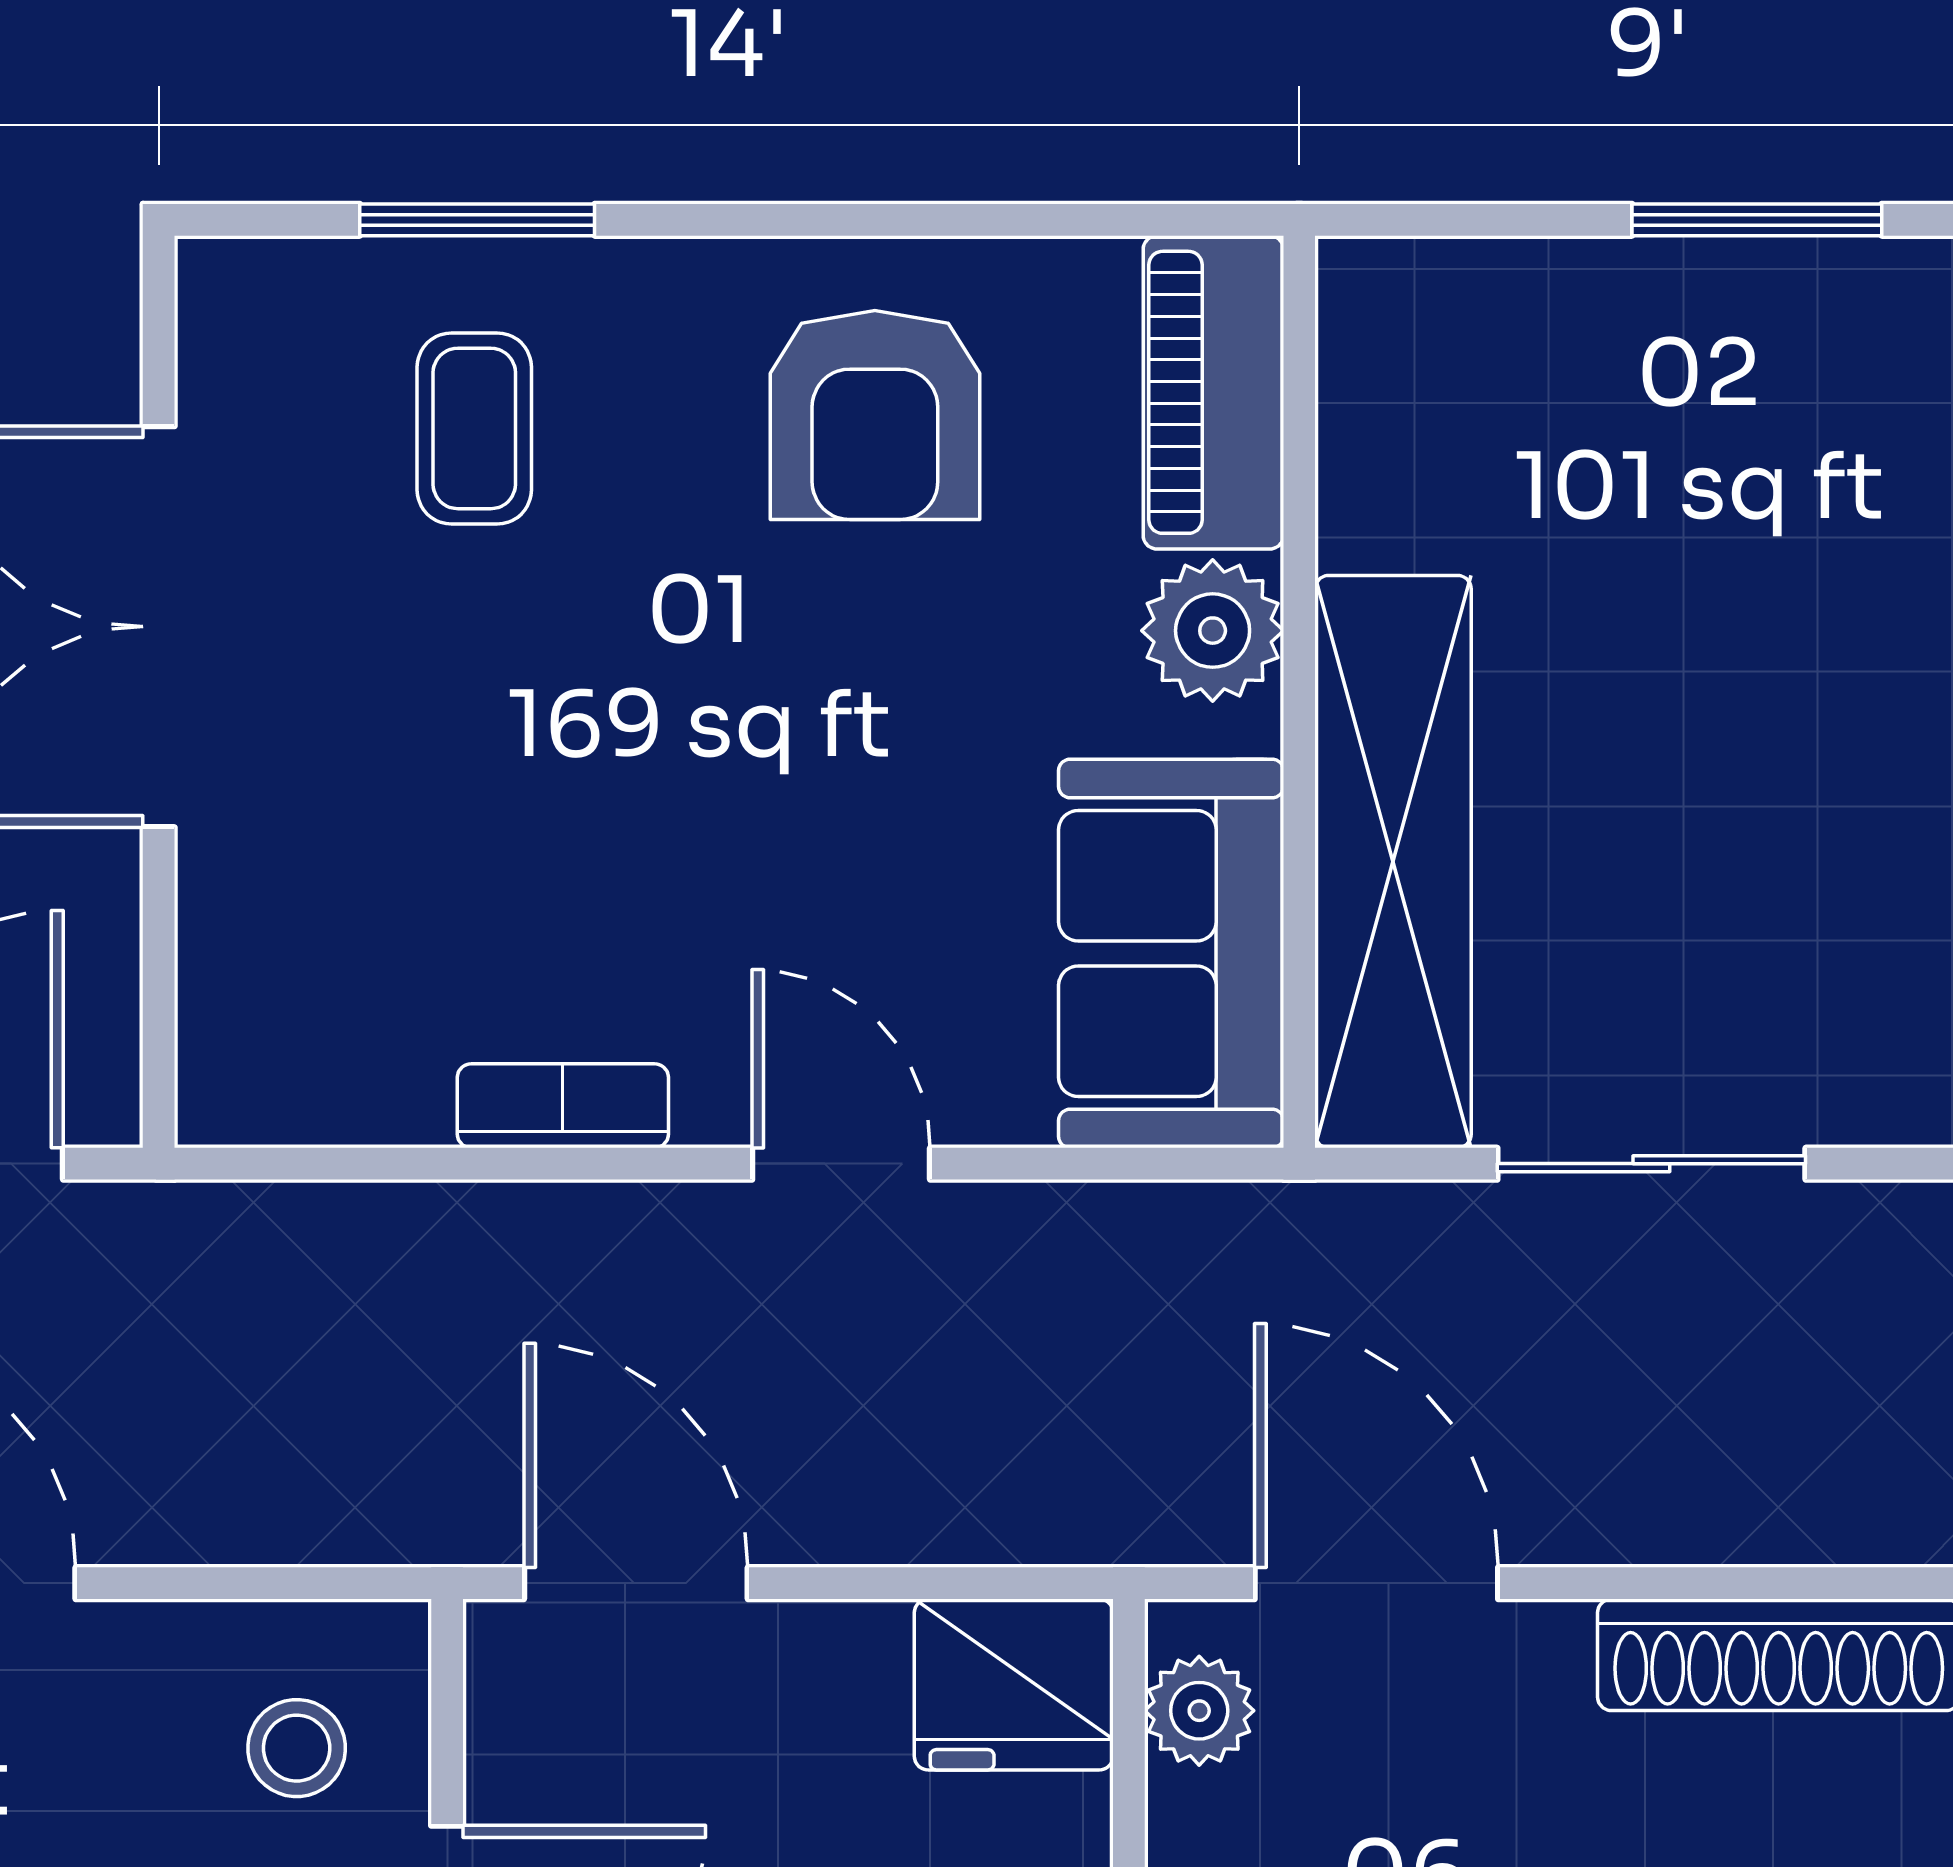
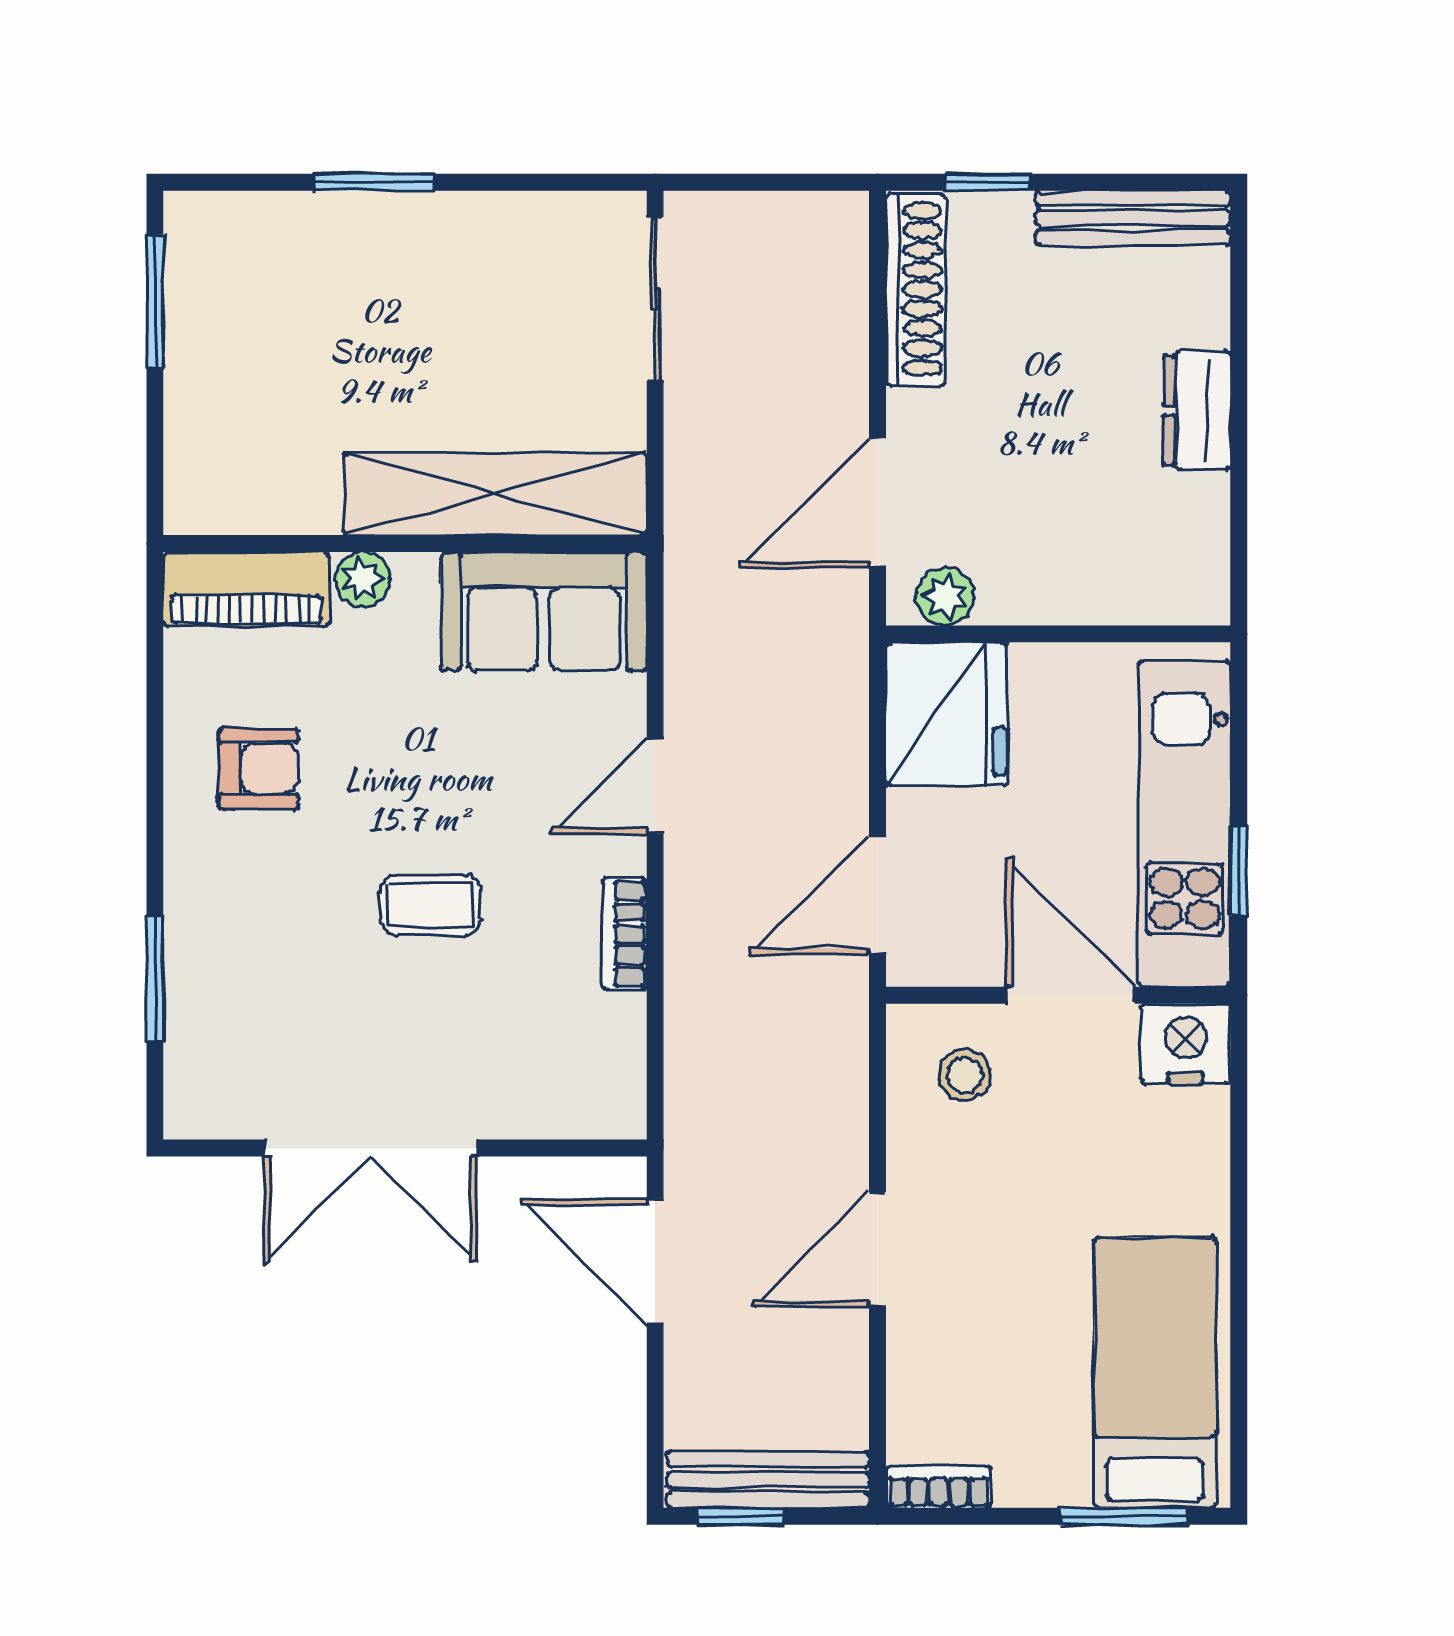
armchair: (875, 415) -> (258, 768), width x0.72, depth x0.72
coffee table: (474, 428) -> (430, 905), moved
plant: (1213, 631) -> (362, 579), width x0.73, depth x0.73
sliding door: (1651, 1164) -> (655, 299), moved
fridge: (1014, 1684) -> (946, 714), width x1.36, depth x1.34

